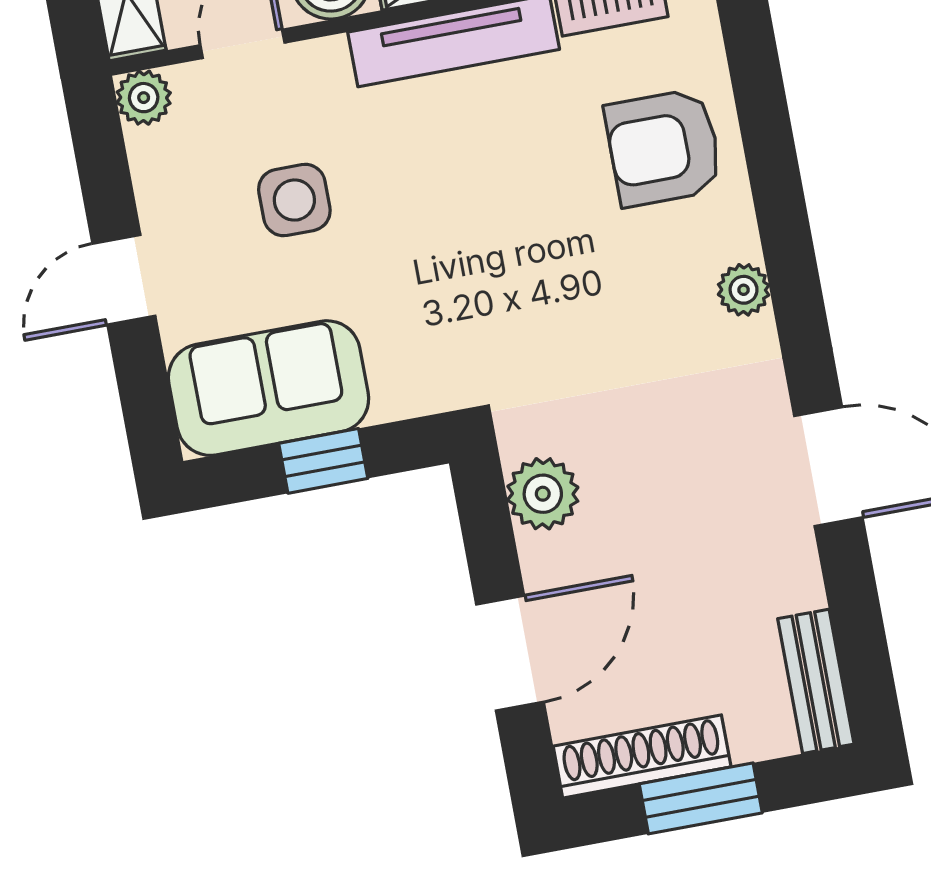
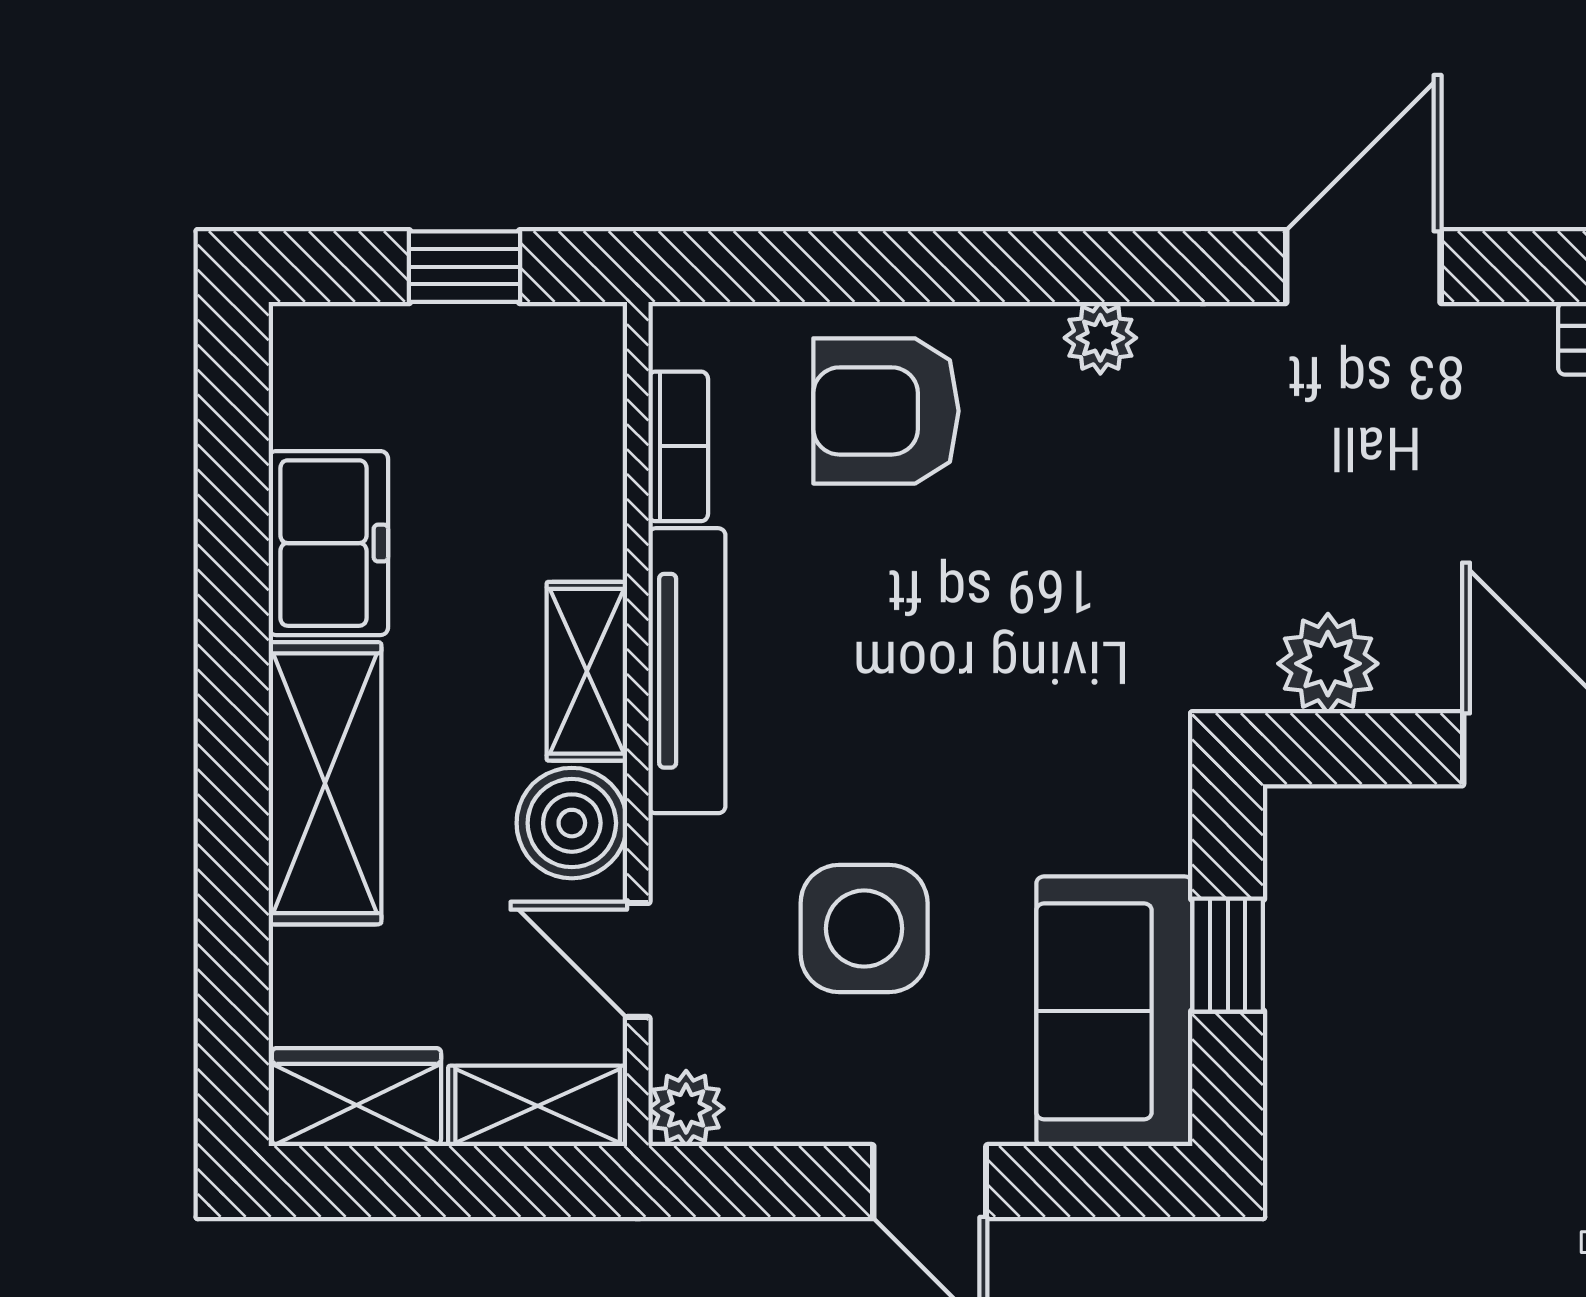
armchair: (664, 148) -> (886, 411), turned 90
side table: (294, 200) -> (864, 929), width x1.37, depth x1.37

